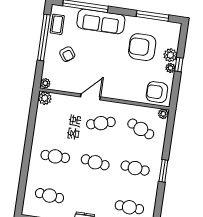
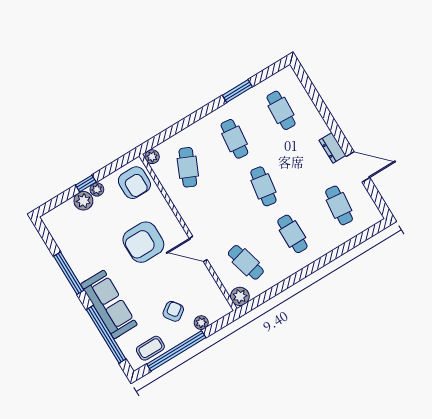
window: (152, 16) -> (69, 273), moved
armchair: (142, 47) -> (143, 242), moved, turned 90
plant: (45, 83) -> (201, 323), moved
cafe table: (101, 123) -> (246, 262), moved
window: (163, 171) -> (237, 91), moved

